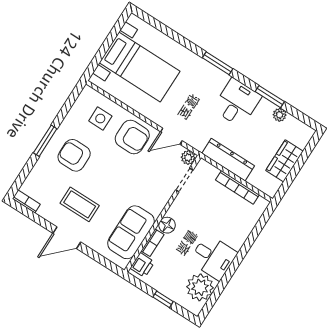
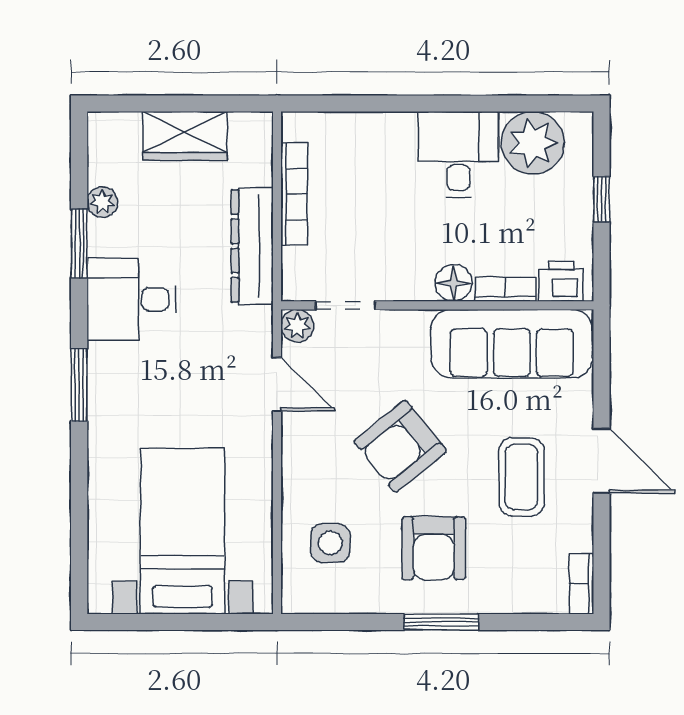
armchair: (132, 137) -> (400, 446), moved, turned -129
sofa: (131, 232) -> (512, 344), width x1.36

